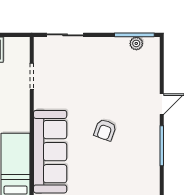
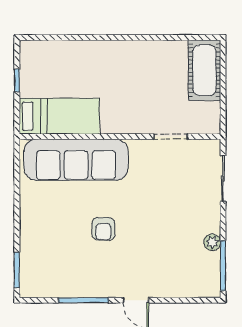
plant: (136, 43) -> (212, 242), moved
armchair: (105, 130) -> (103, 229), turned -110

